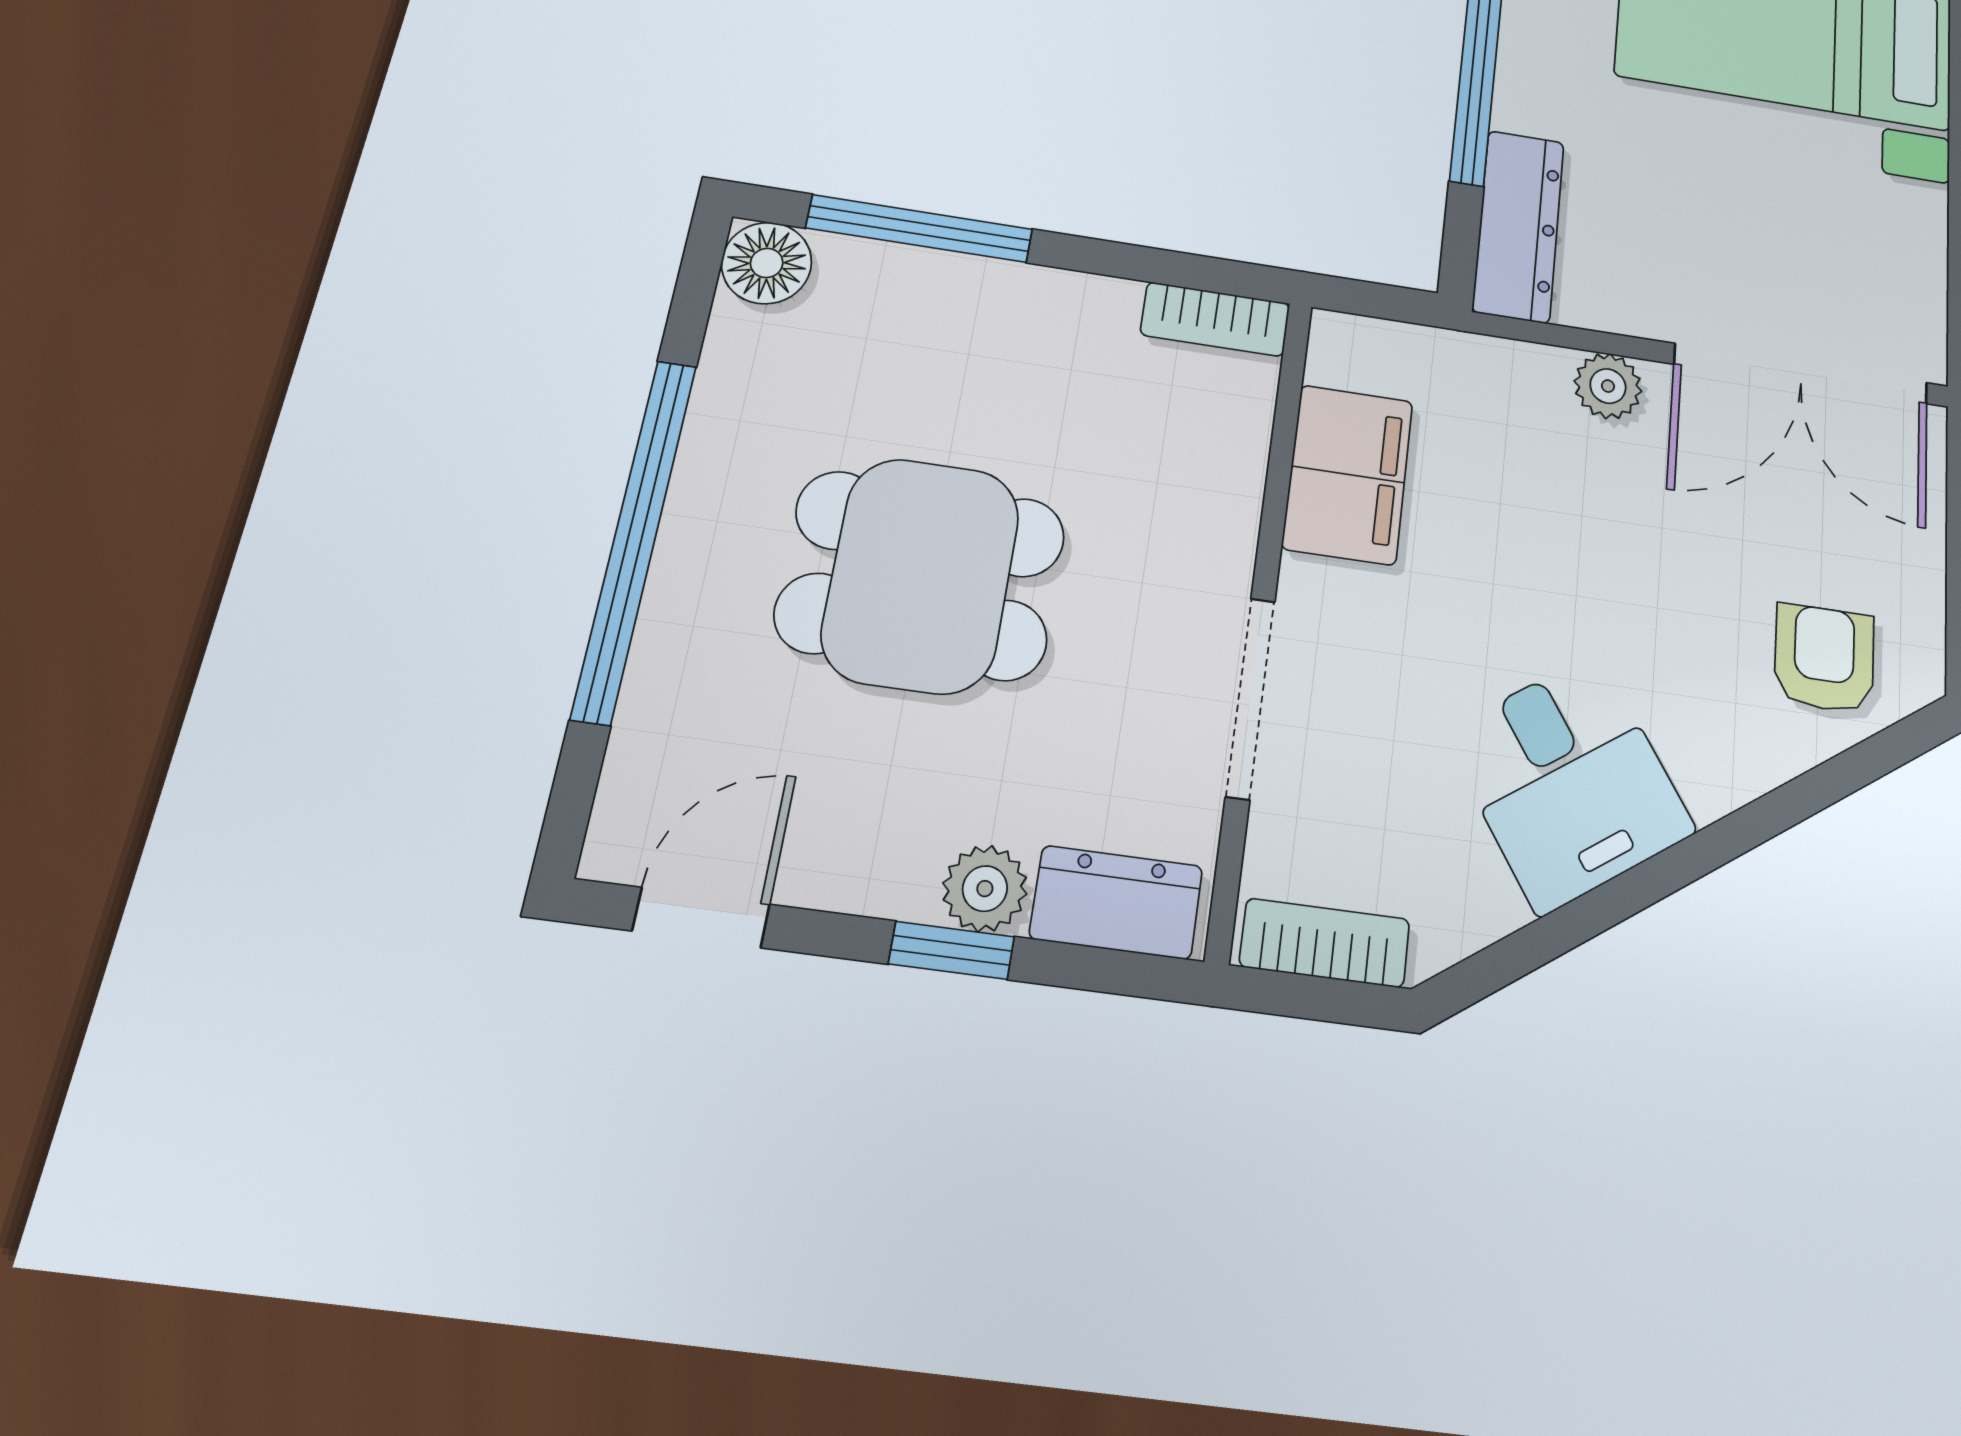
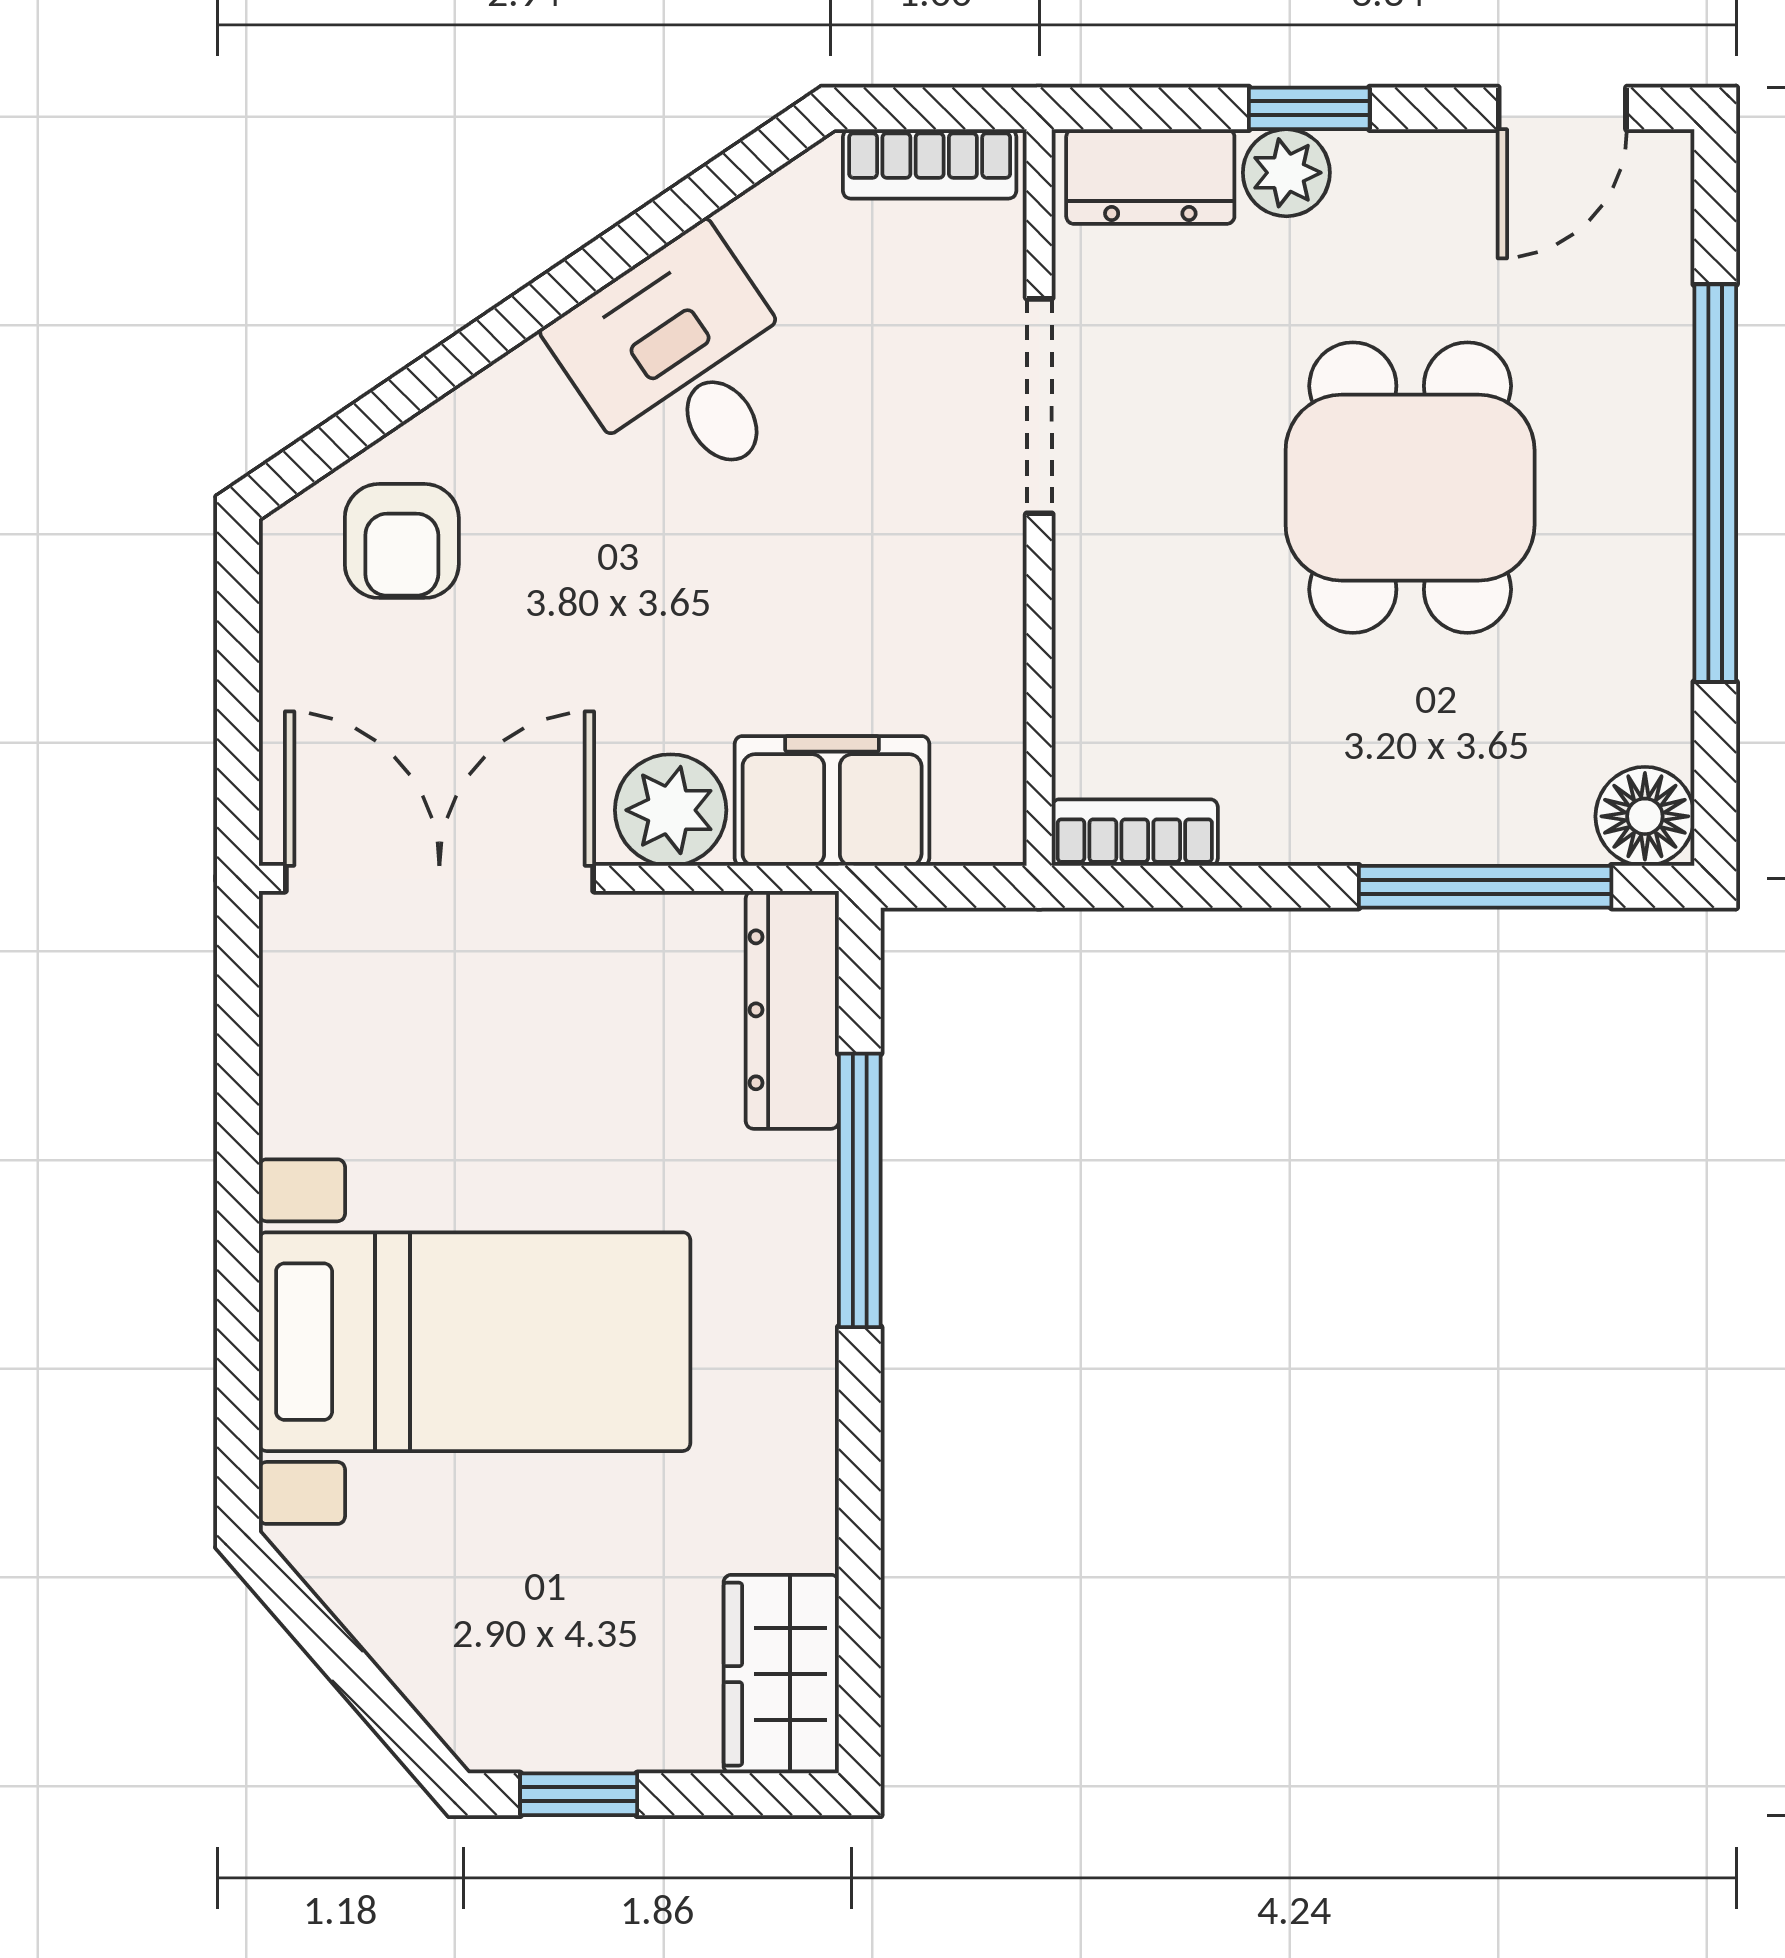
plant: (1608, 386) -> (671, 810), width x1.38, depth x1.38
filing cabinet: (1348, 474) -> (832, 801), moved, turned 90
dining table: (921, 575) -> (1410, 488), turned 90

